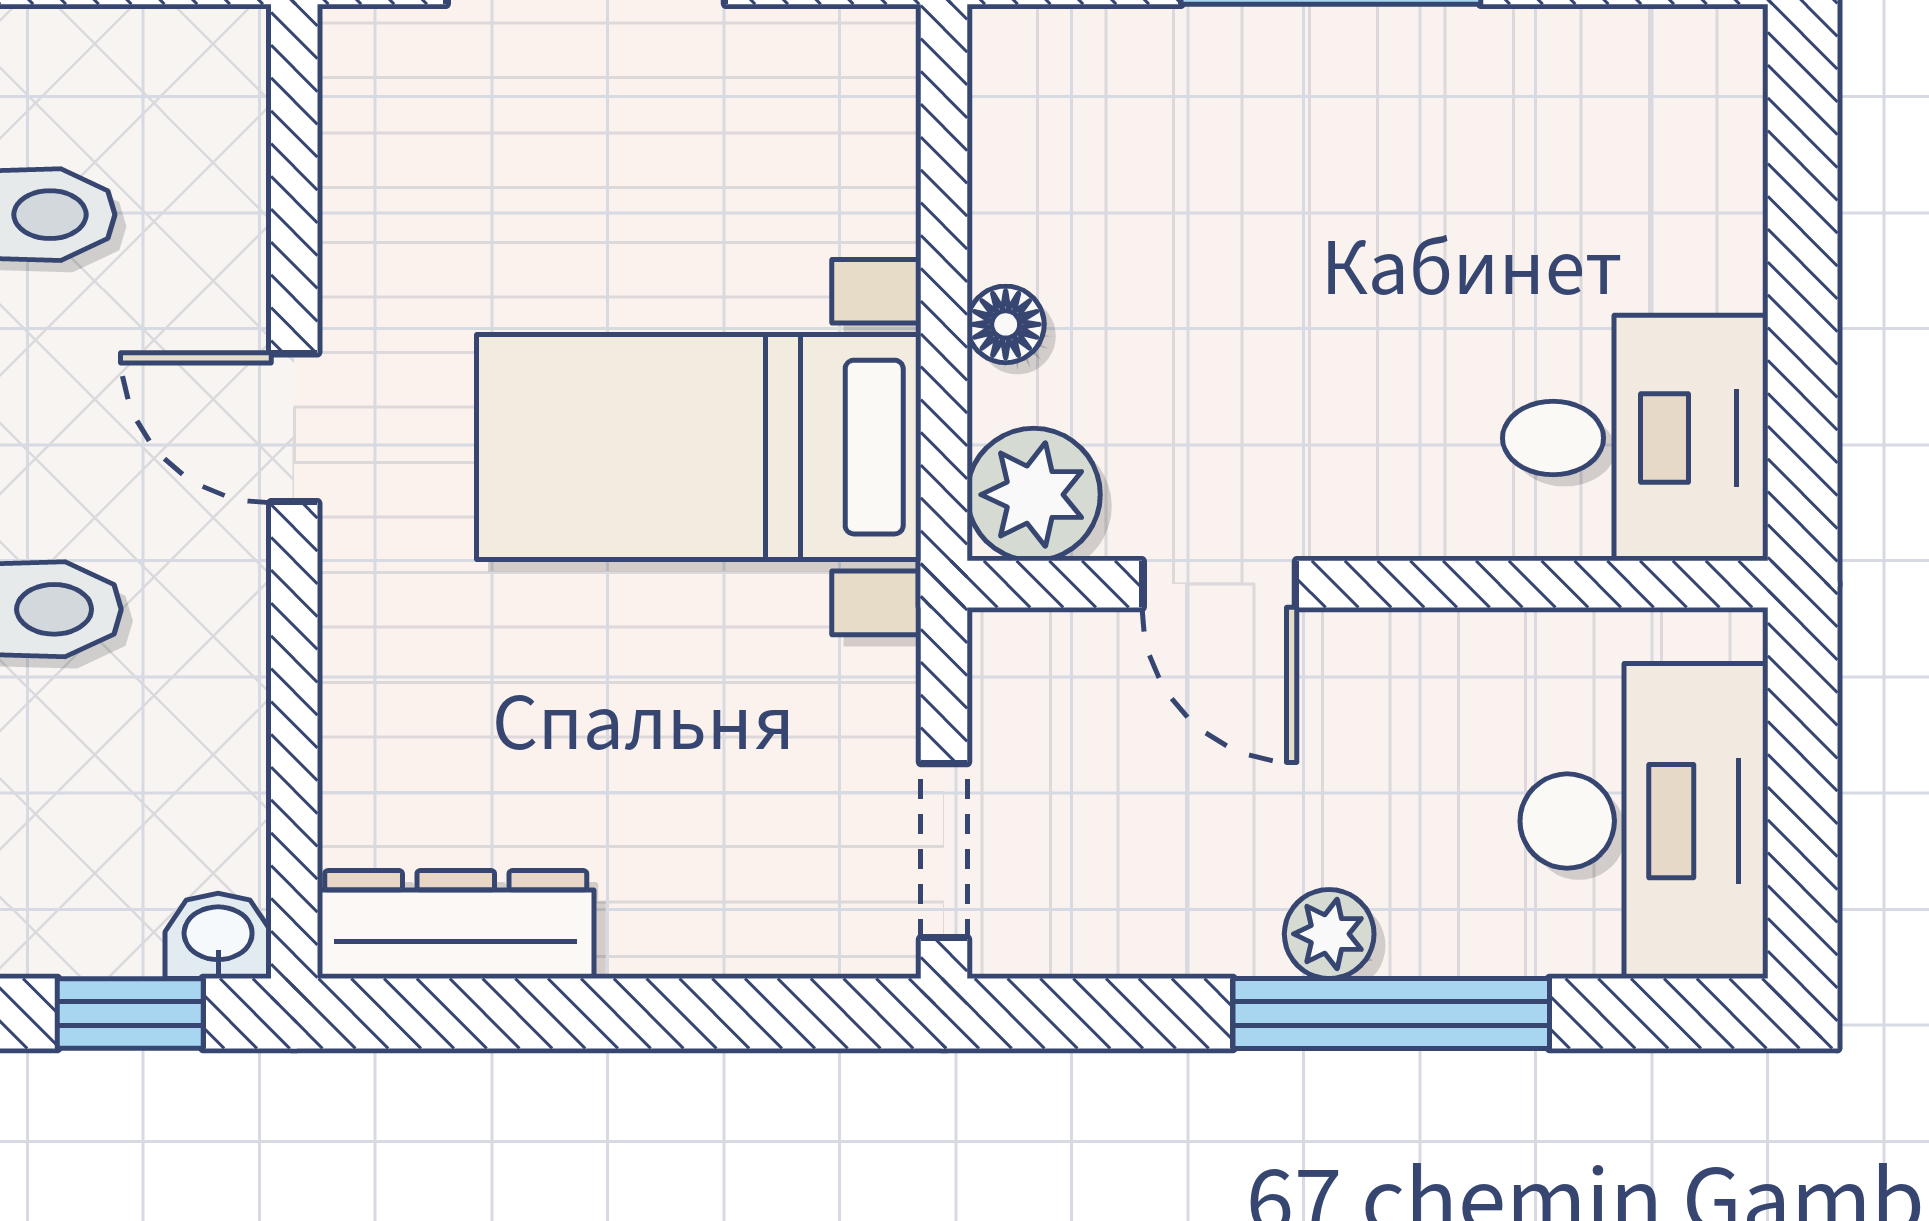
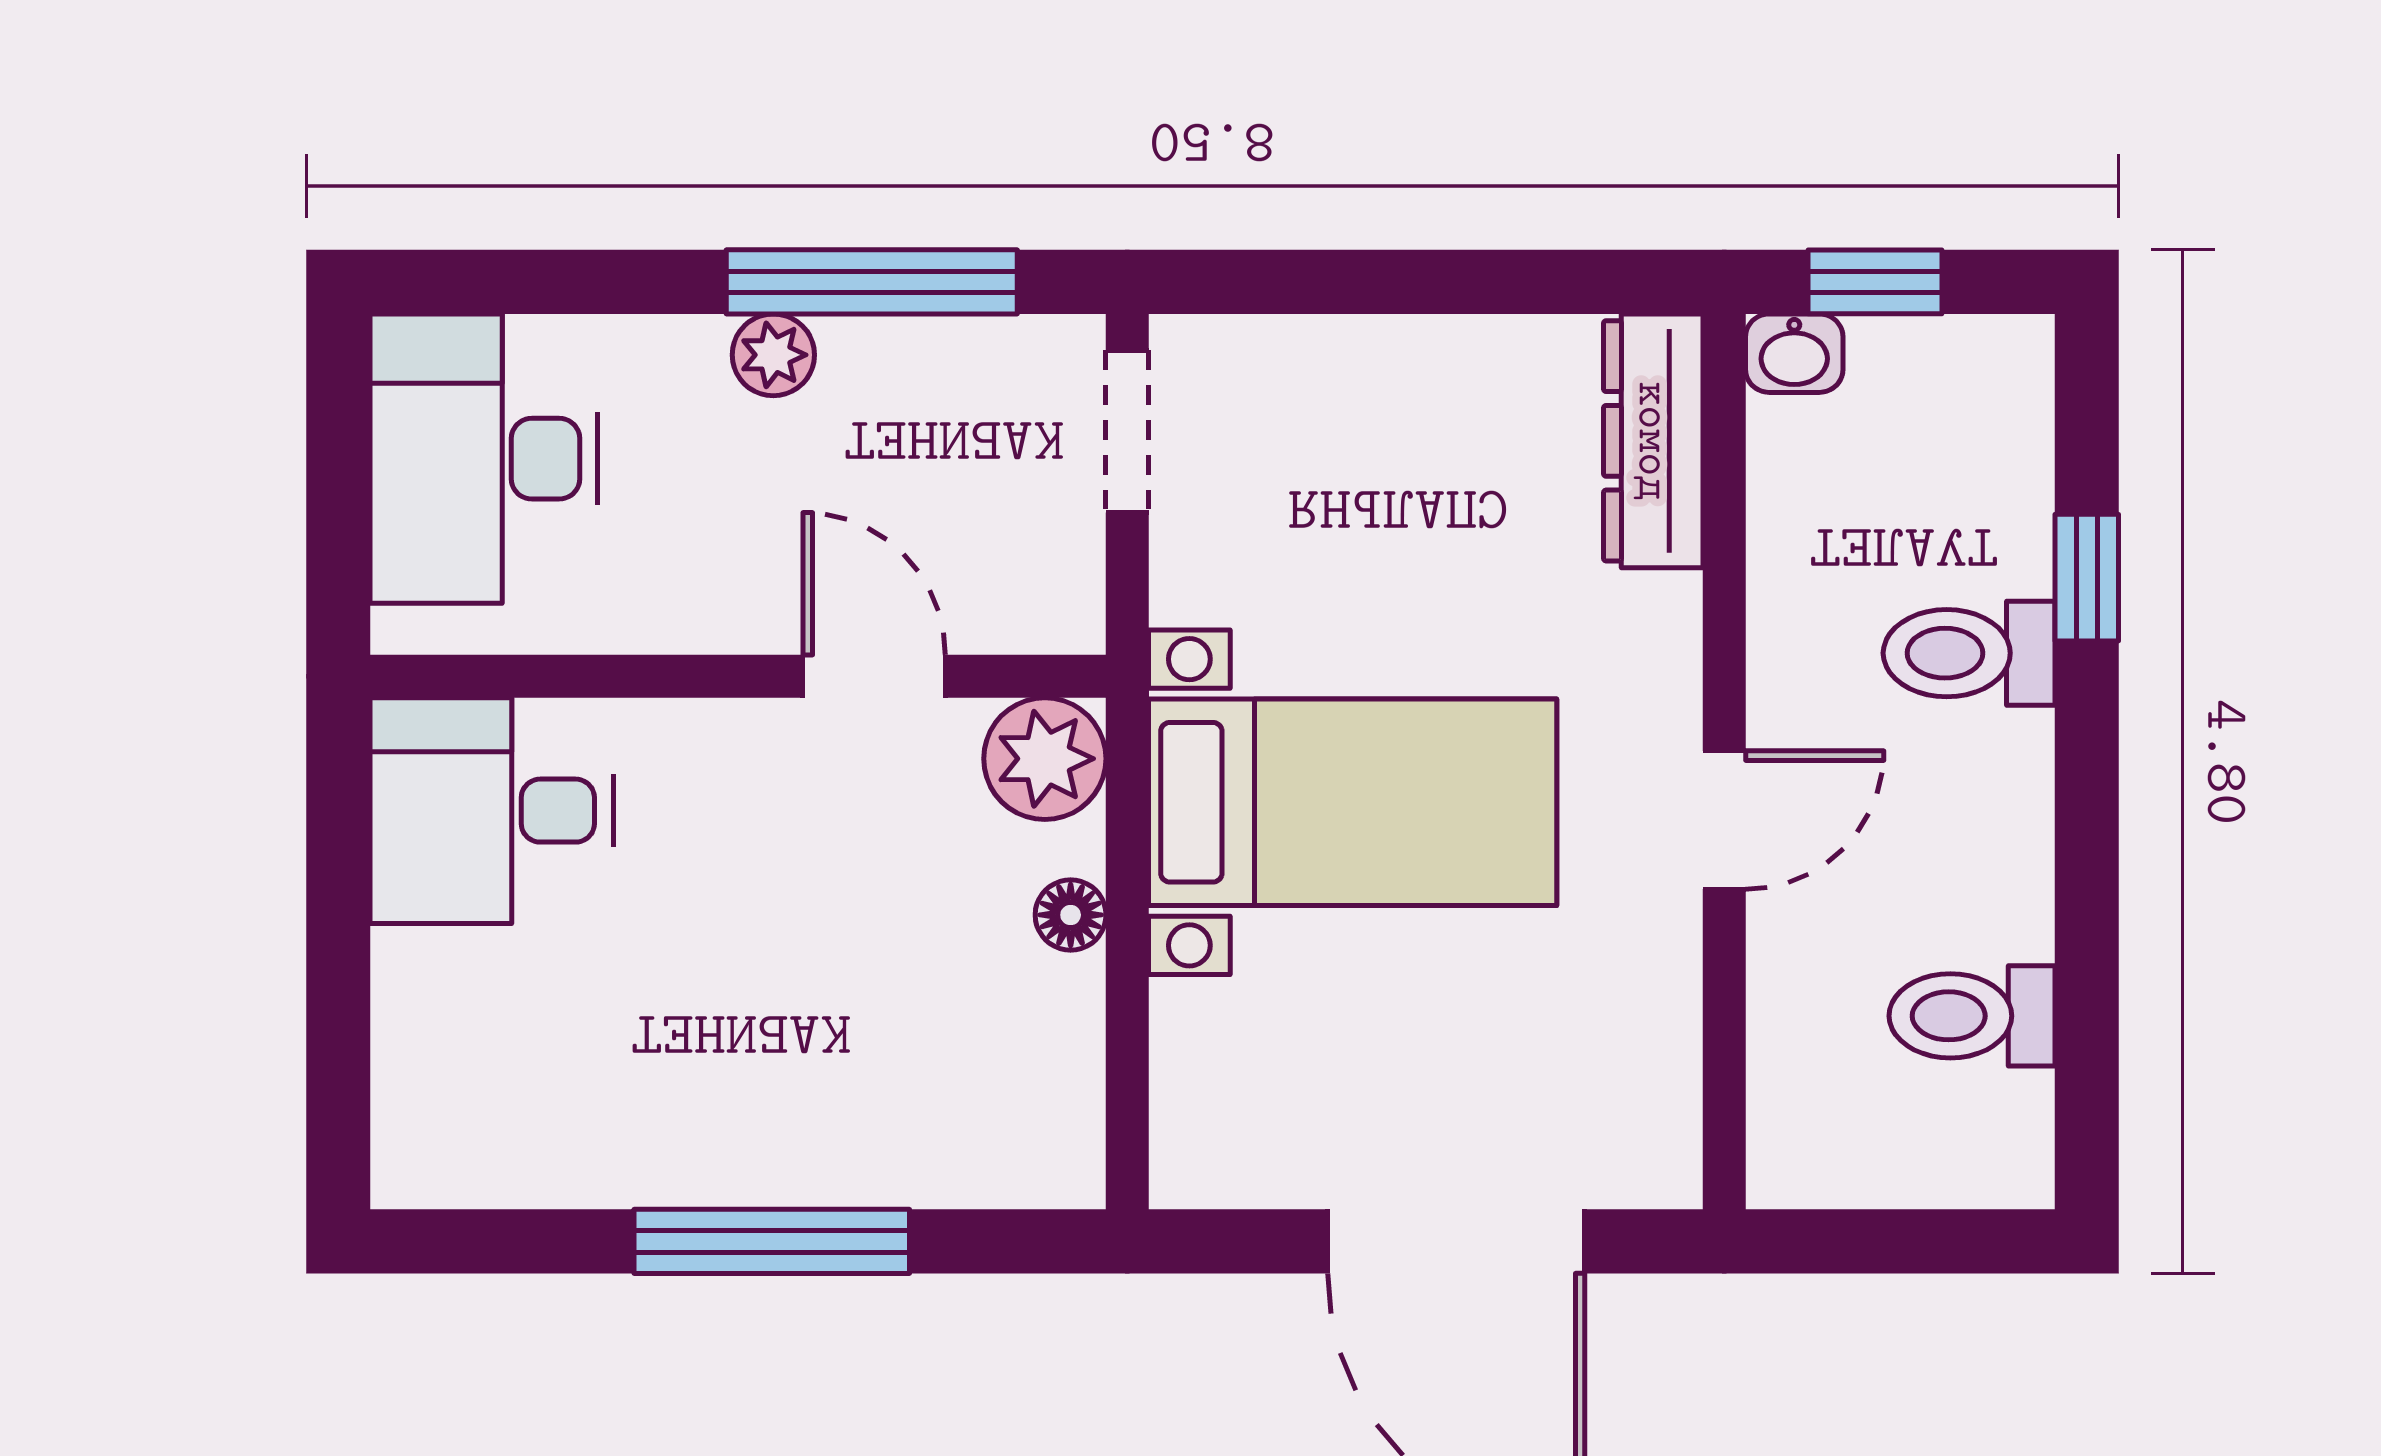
door: (294, 428) -> (1724, 820), hinge flipped
dresser: (456, 925) -> (1653, 441), moved, turned 90
window: (1391, 1013) -> (872, 282), moved

